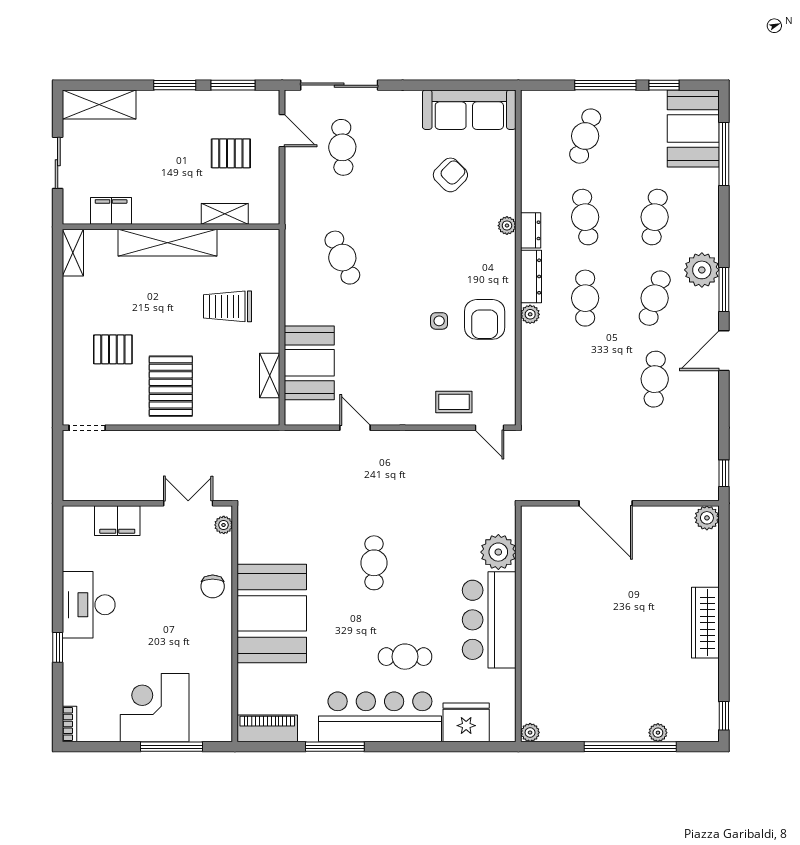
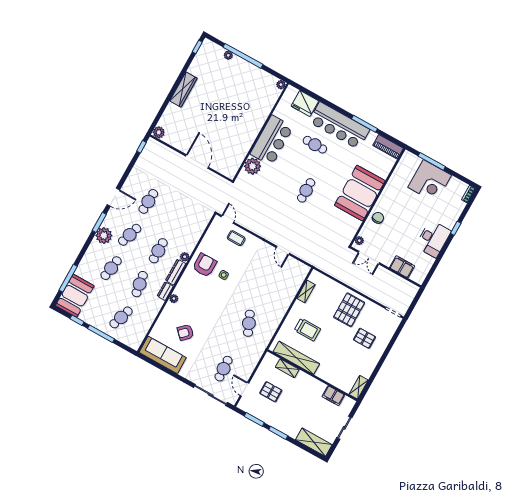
shelving: (167, 243) -> (296, 358), moved
booth: (309, 363) -> (287, 288), removed

